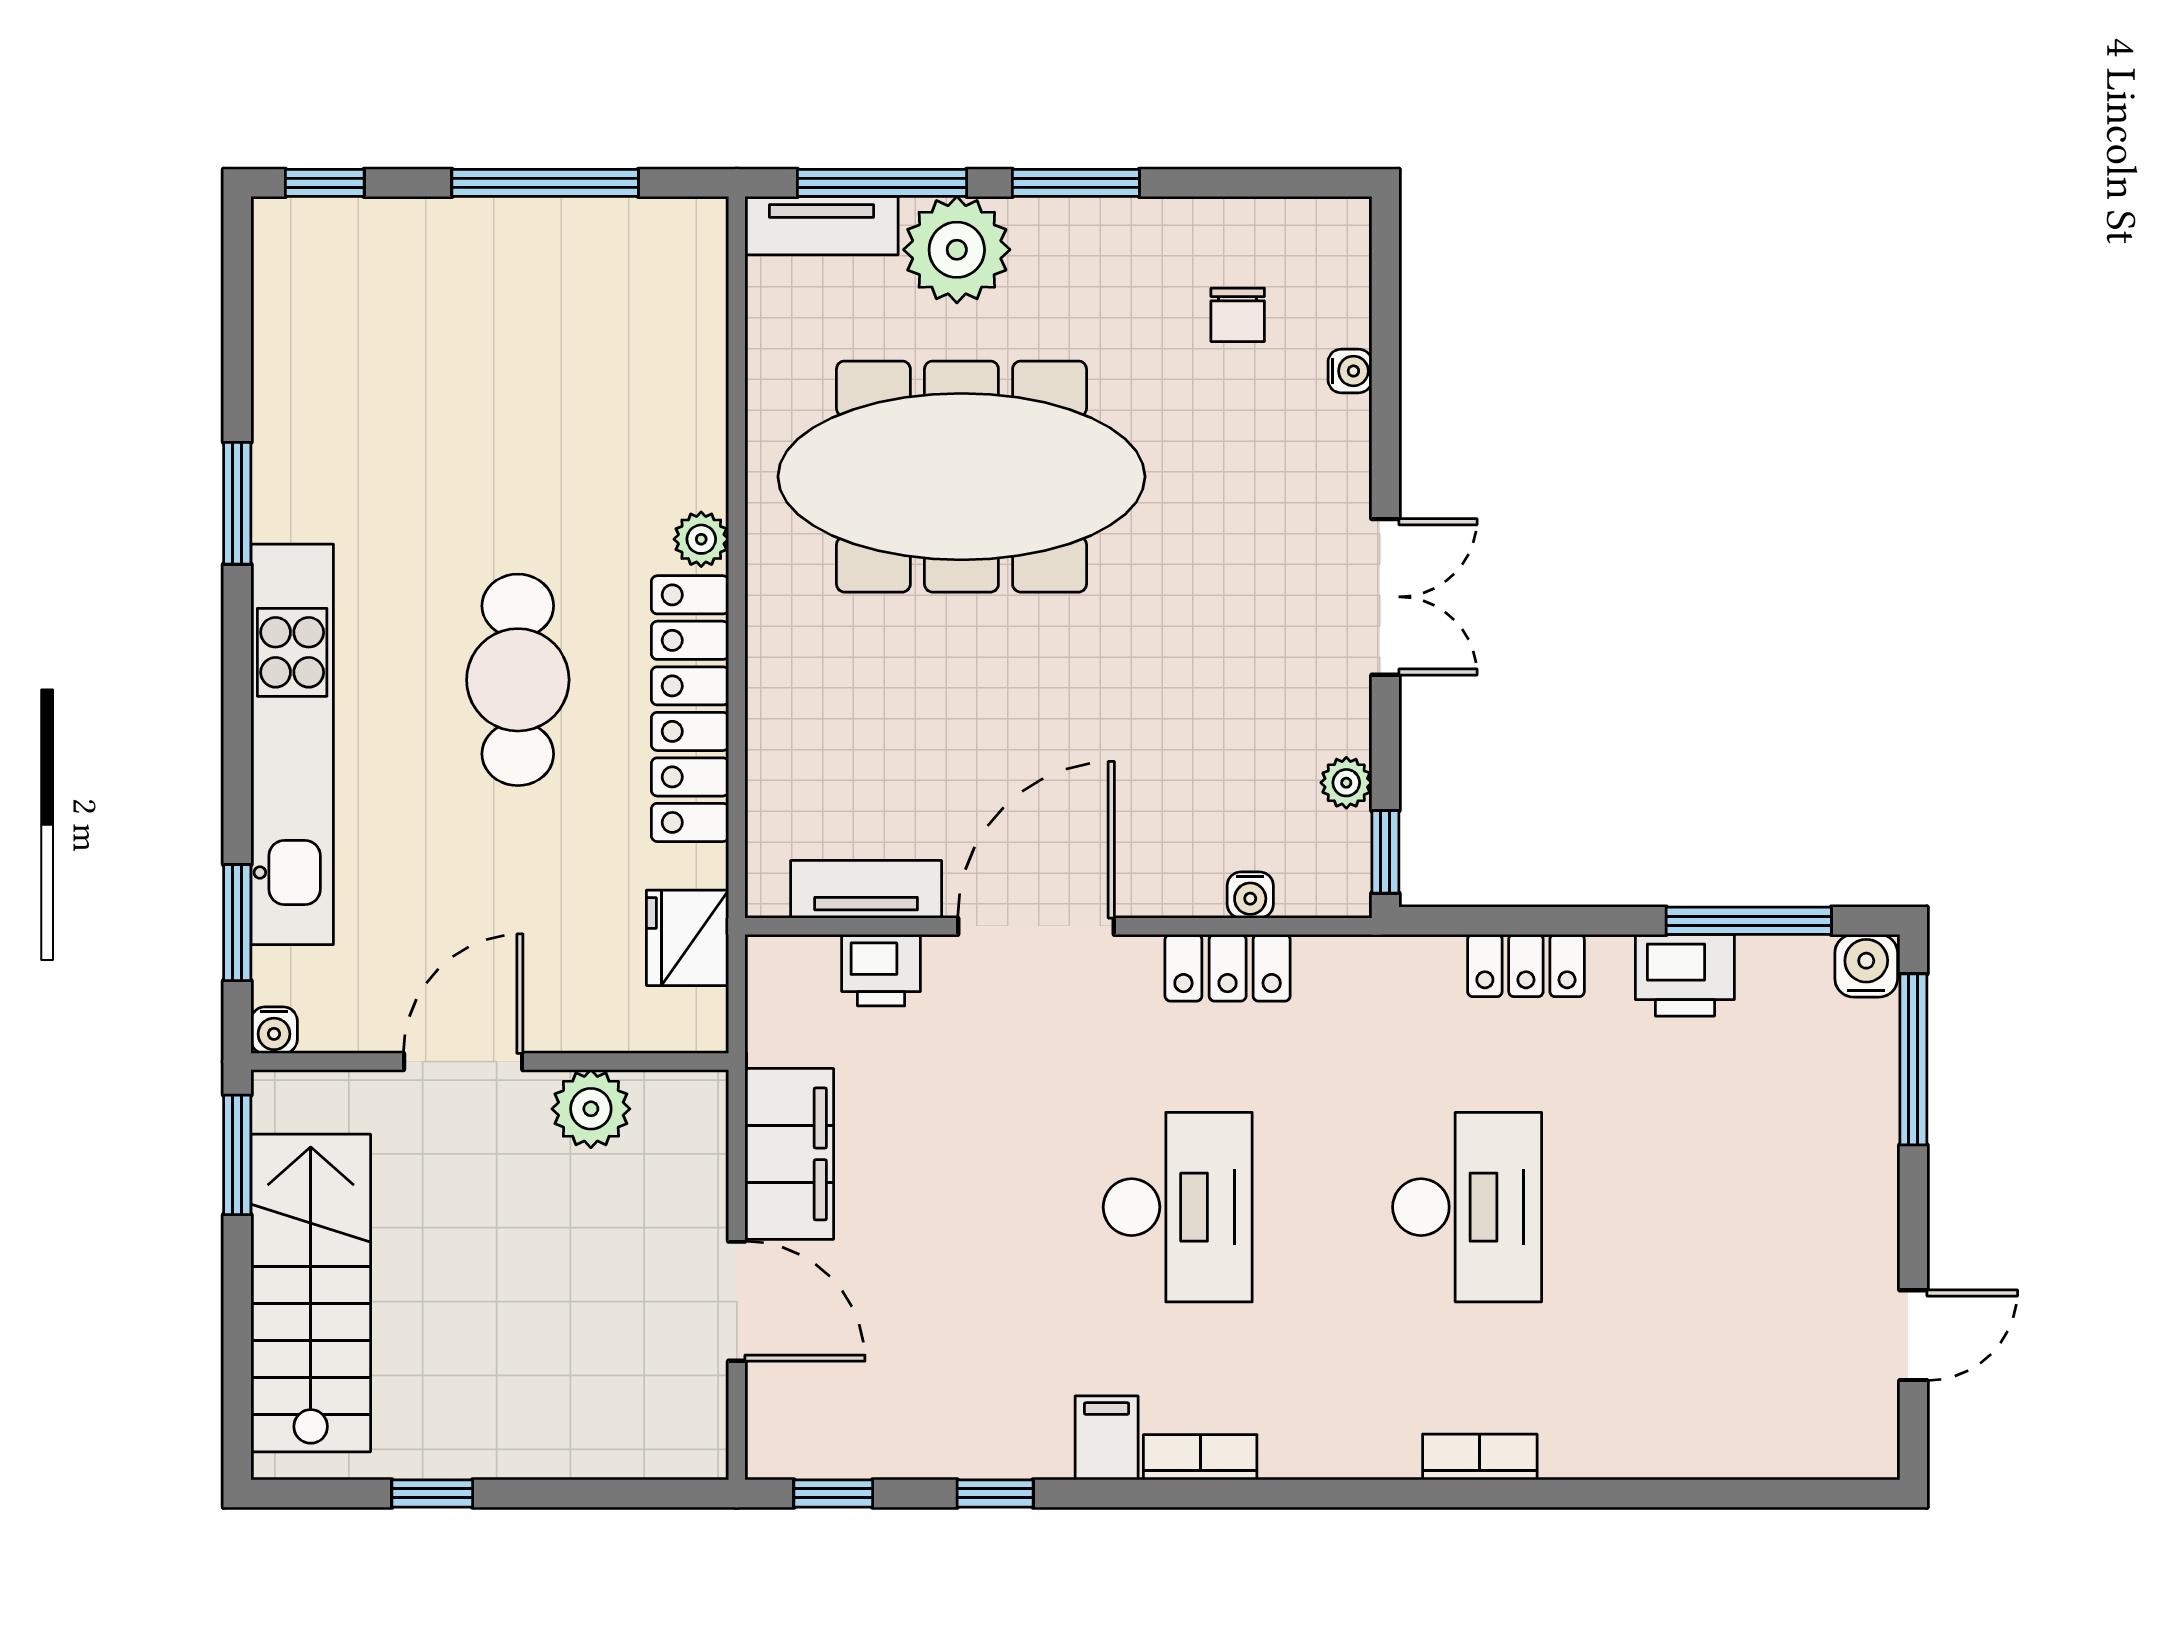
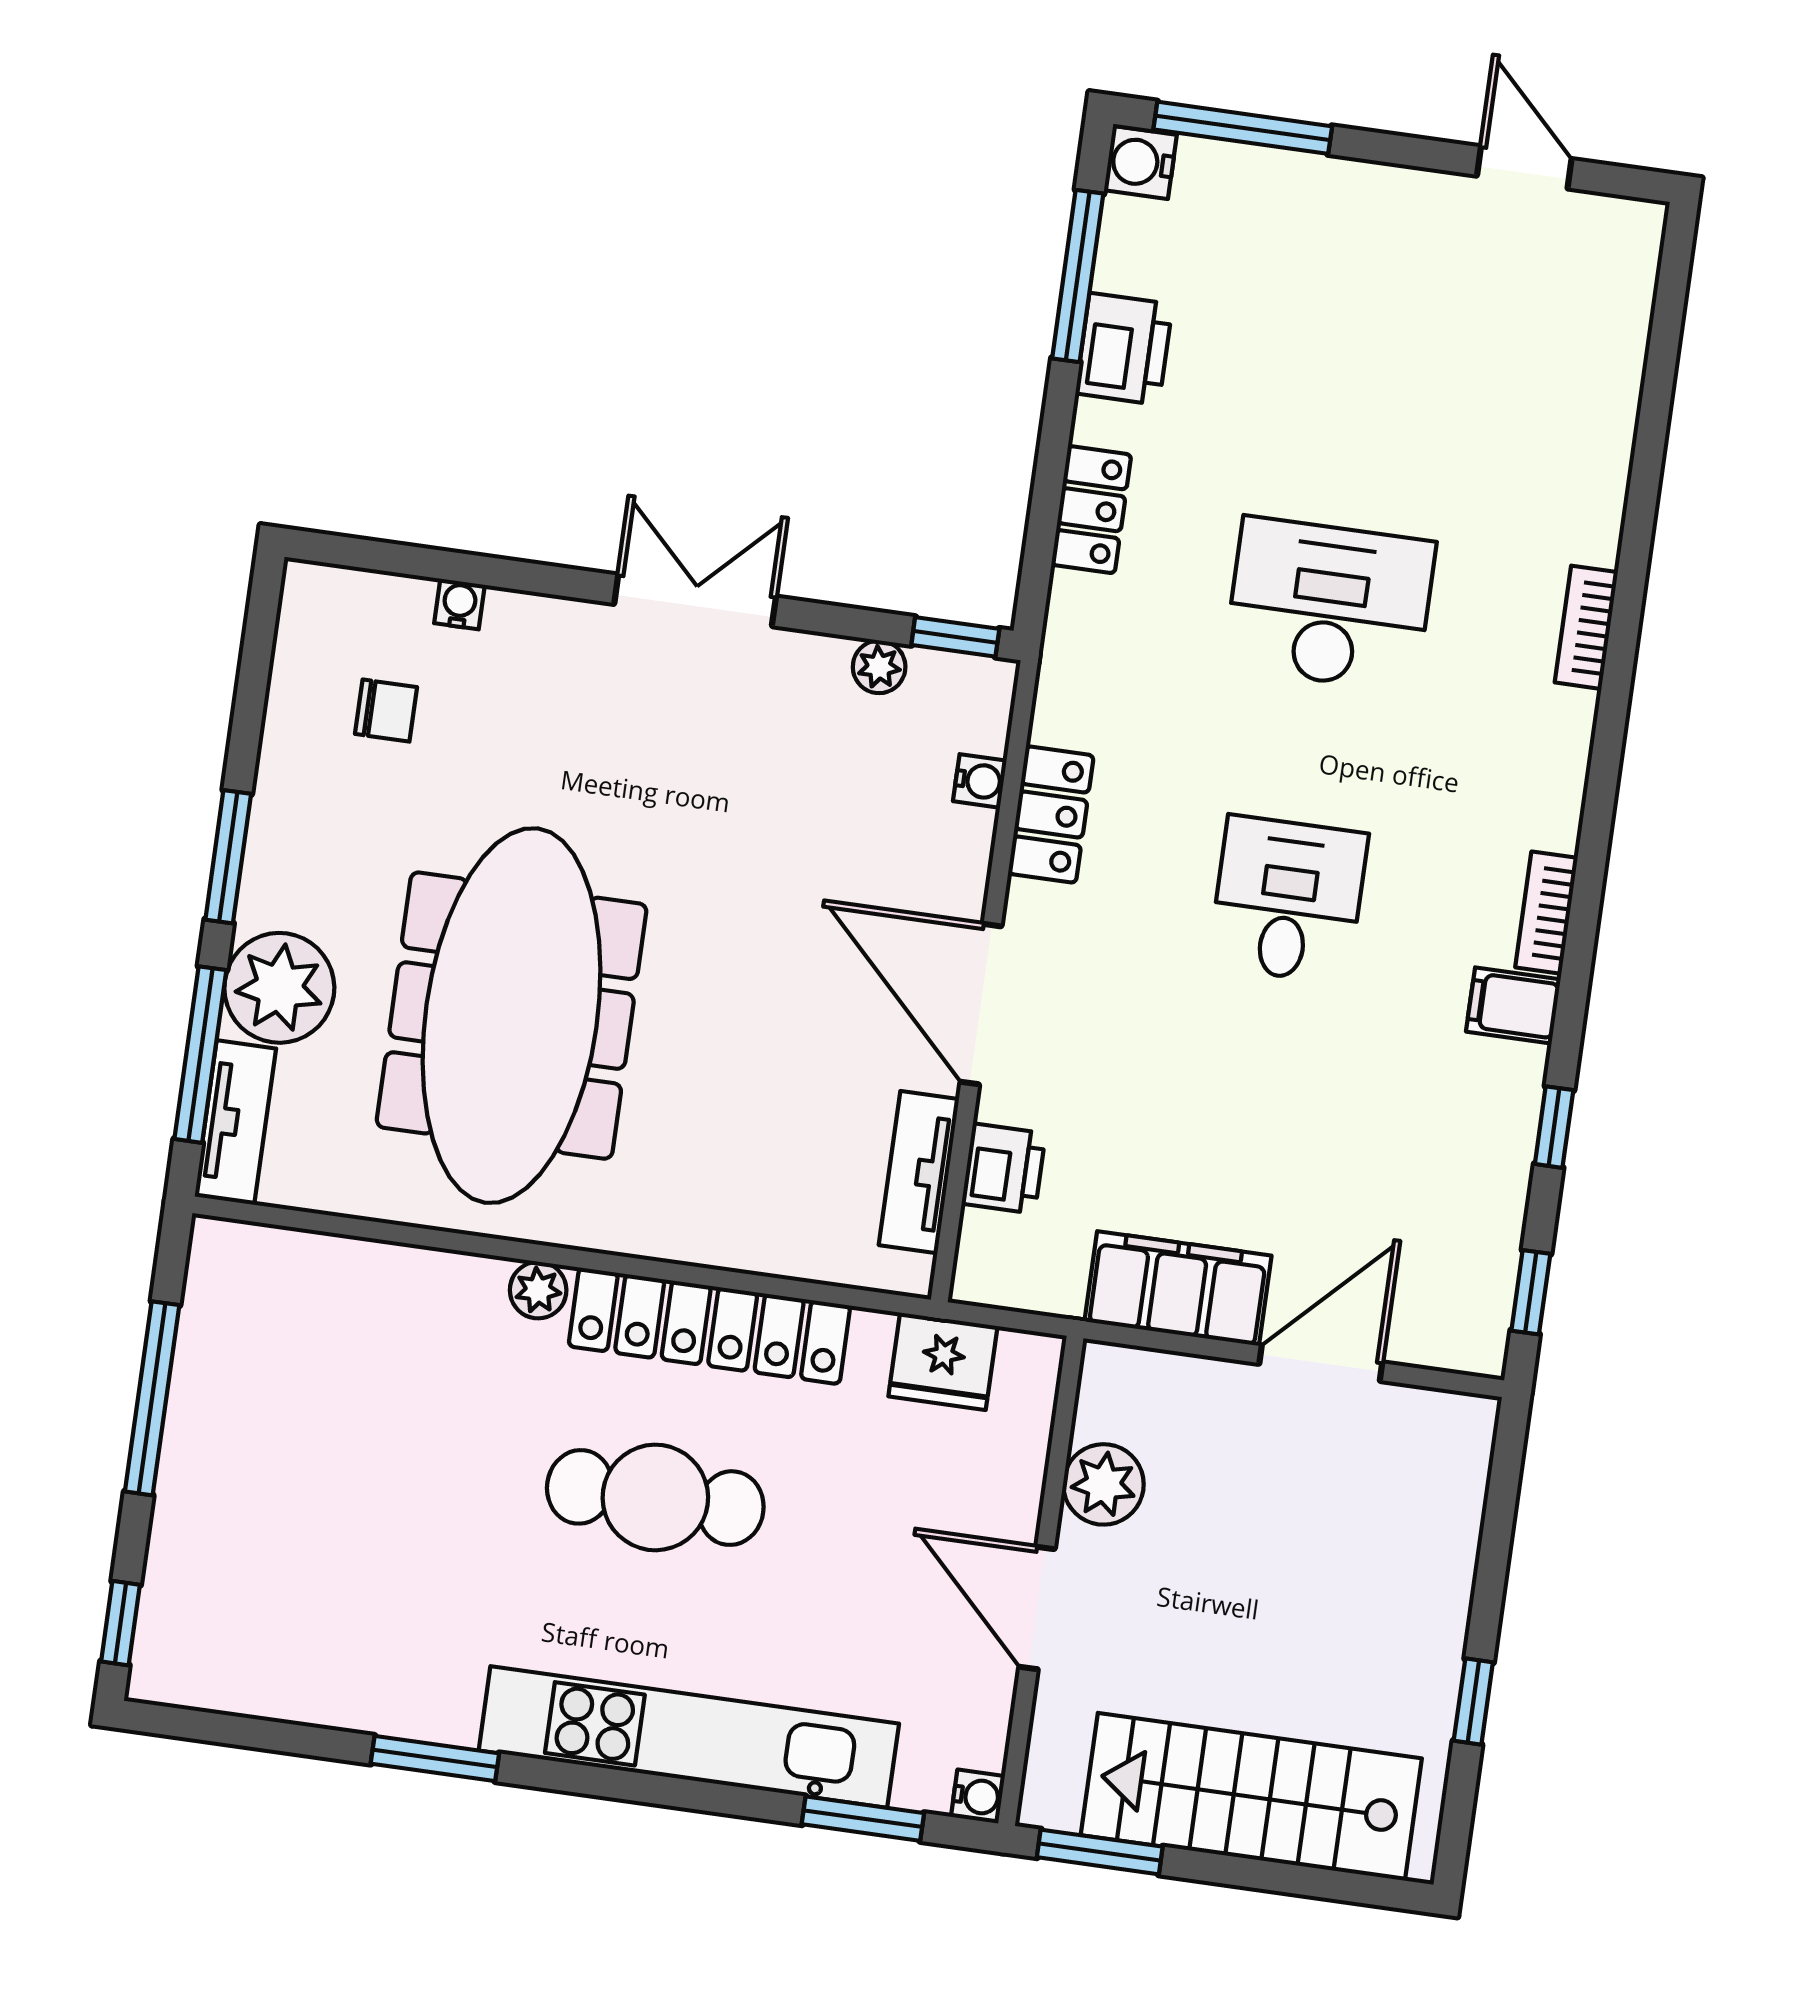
desk: (1178, 1207) -> (1288, 900), width x0.73

